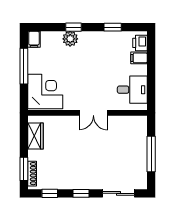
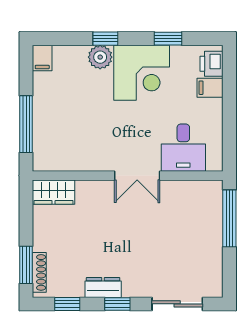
window: (24, 66) -> (26, 124), moved
desk: (132, 90) -> (183, 148), moved, turned 90
corner desk: (45, 91) -> (142, 73), moved, turned 90
wardrobe: (36, 136) -> (54, 192), moved, turned 90
window: (151, 154) -> (229, 218), moved
dresser: (72, 183) -> (103, 287), added

